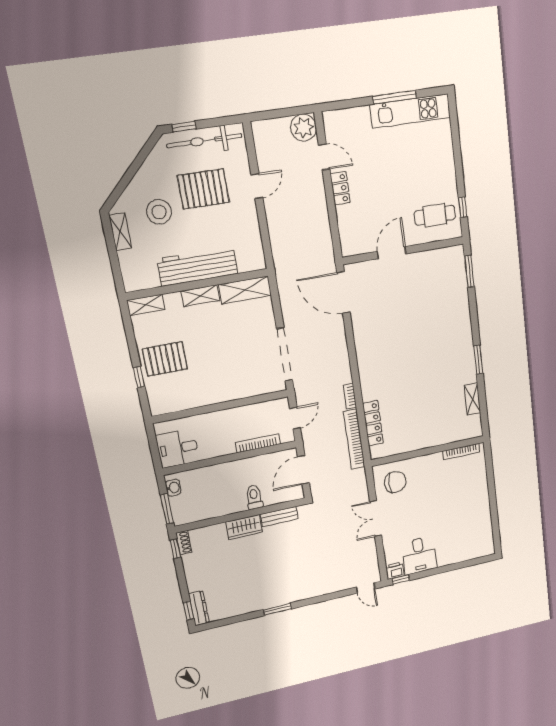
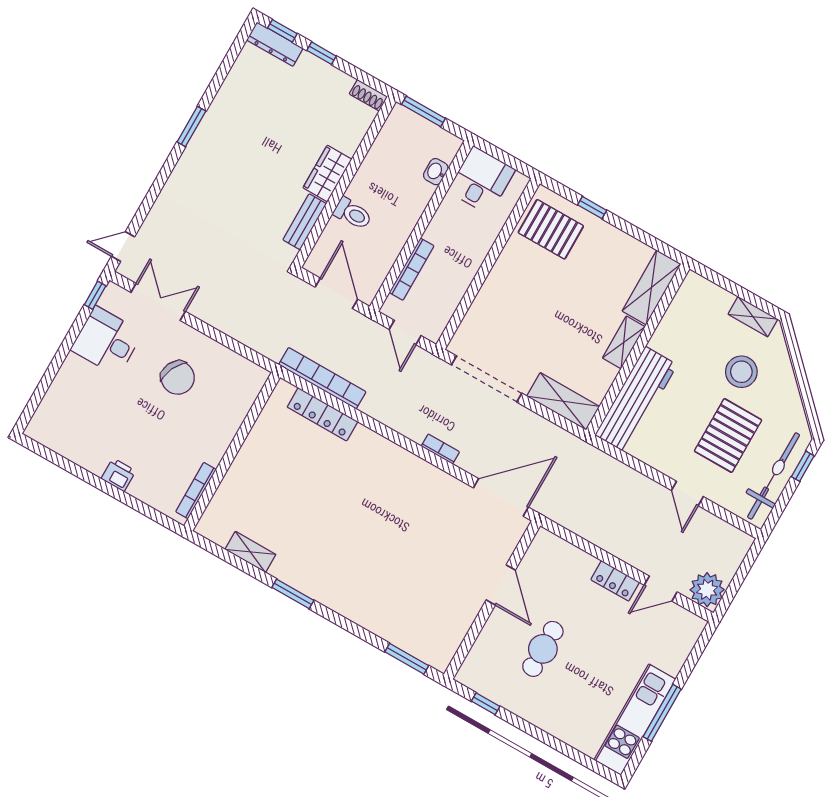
cafe table: (435, 215) -> (543, 649), moved
workbench: (198, 266) -> (636, 400), moved
shelving: (245, 290) -> (563, 401), moved, turned 90
shelving: (146, 305) -> (652, 287), width x1.50, depth x1.33
pallet: (165, 359) -> (551, 229), moved, turned 90
bookcase: (350, 396) -> (440, 449), moved
chair: (395, 482) -> (178, 378), moved, turned -65
washbasin: (173, 488) -> (436, 172), moved, turned 90
double door: (376, 518) -> (158, 302), moved
window: (175, 549) -> (322, 53), moved
printer: (395, 571) -> (118, 475), moved, turned -90

